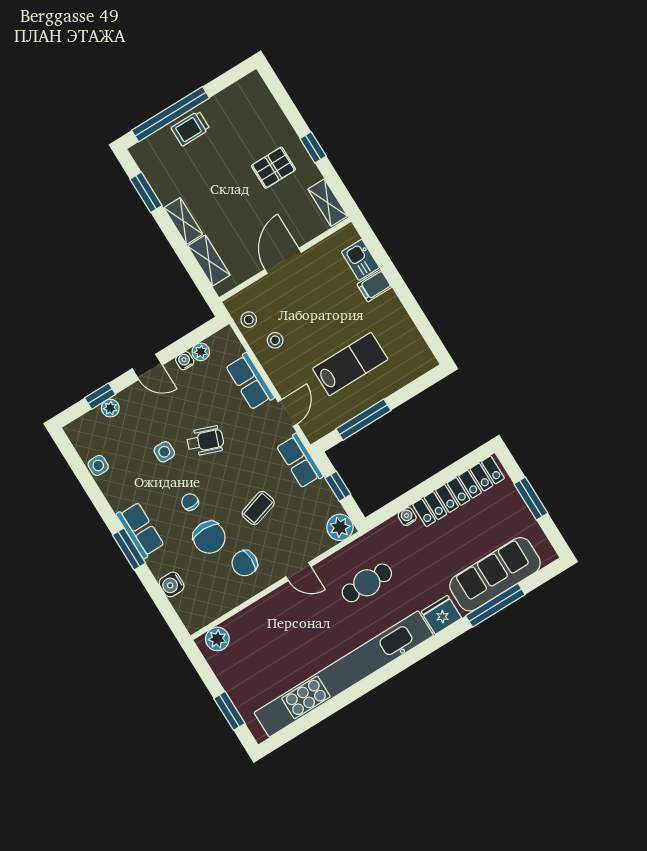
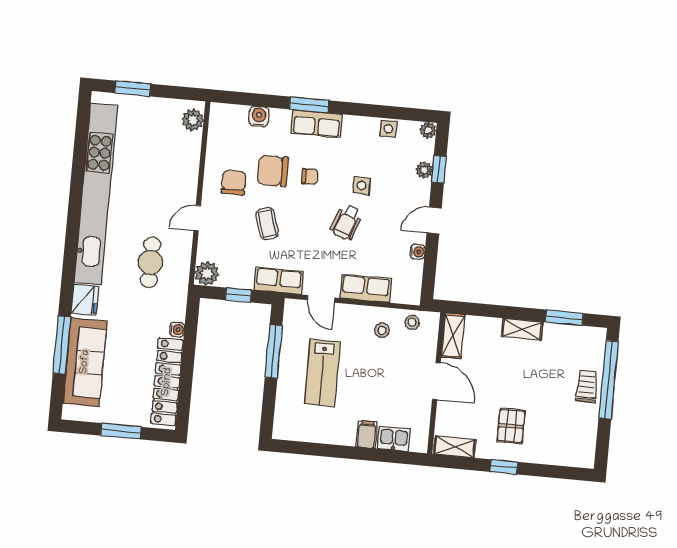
shelving: (209, 261) -> (453, 336), moved, turned 90
plant: (201, 352) -> (428, 130), moved

